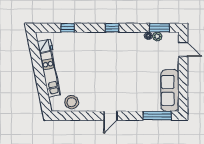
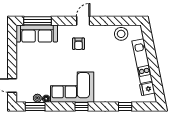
corner sofa: (122, 48) -> (72, 87), added
sofa: (170, 90) -> (37, 33), moved, turned 90
armchair: (115, 92) -> (79, 44), added

